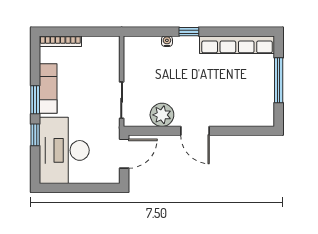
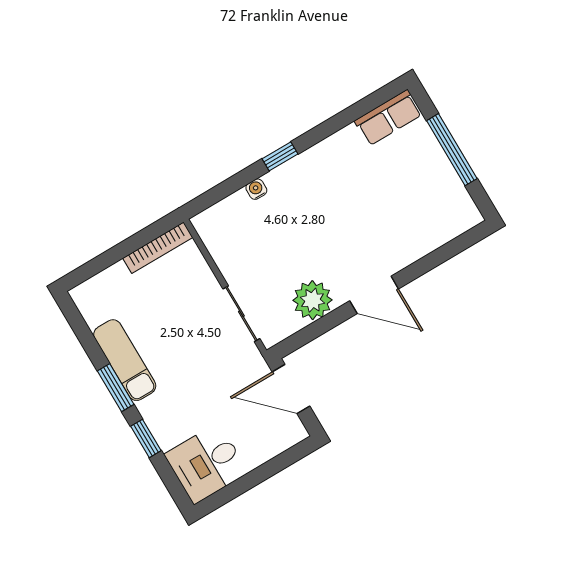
bookcase: (60, 41) -> (158, 248), moved
row of seats: (237, 45) -> (388, 118), width x0.50
desk: (64, 150) -> (206, 463), width x0.53, depth x0.77
door: (124, 154) -> (291, 389), swing flipped

